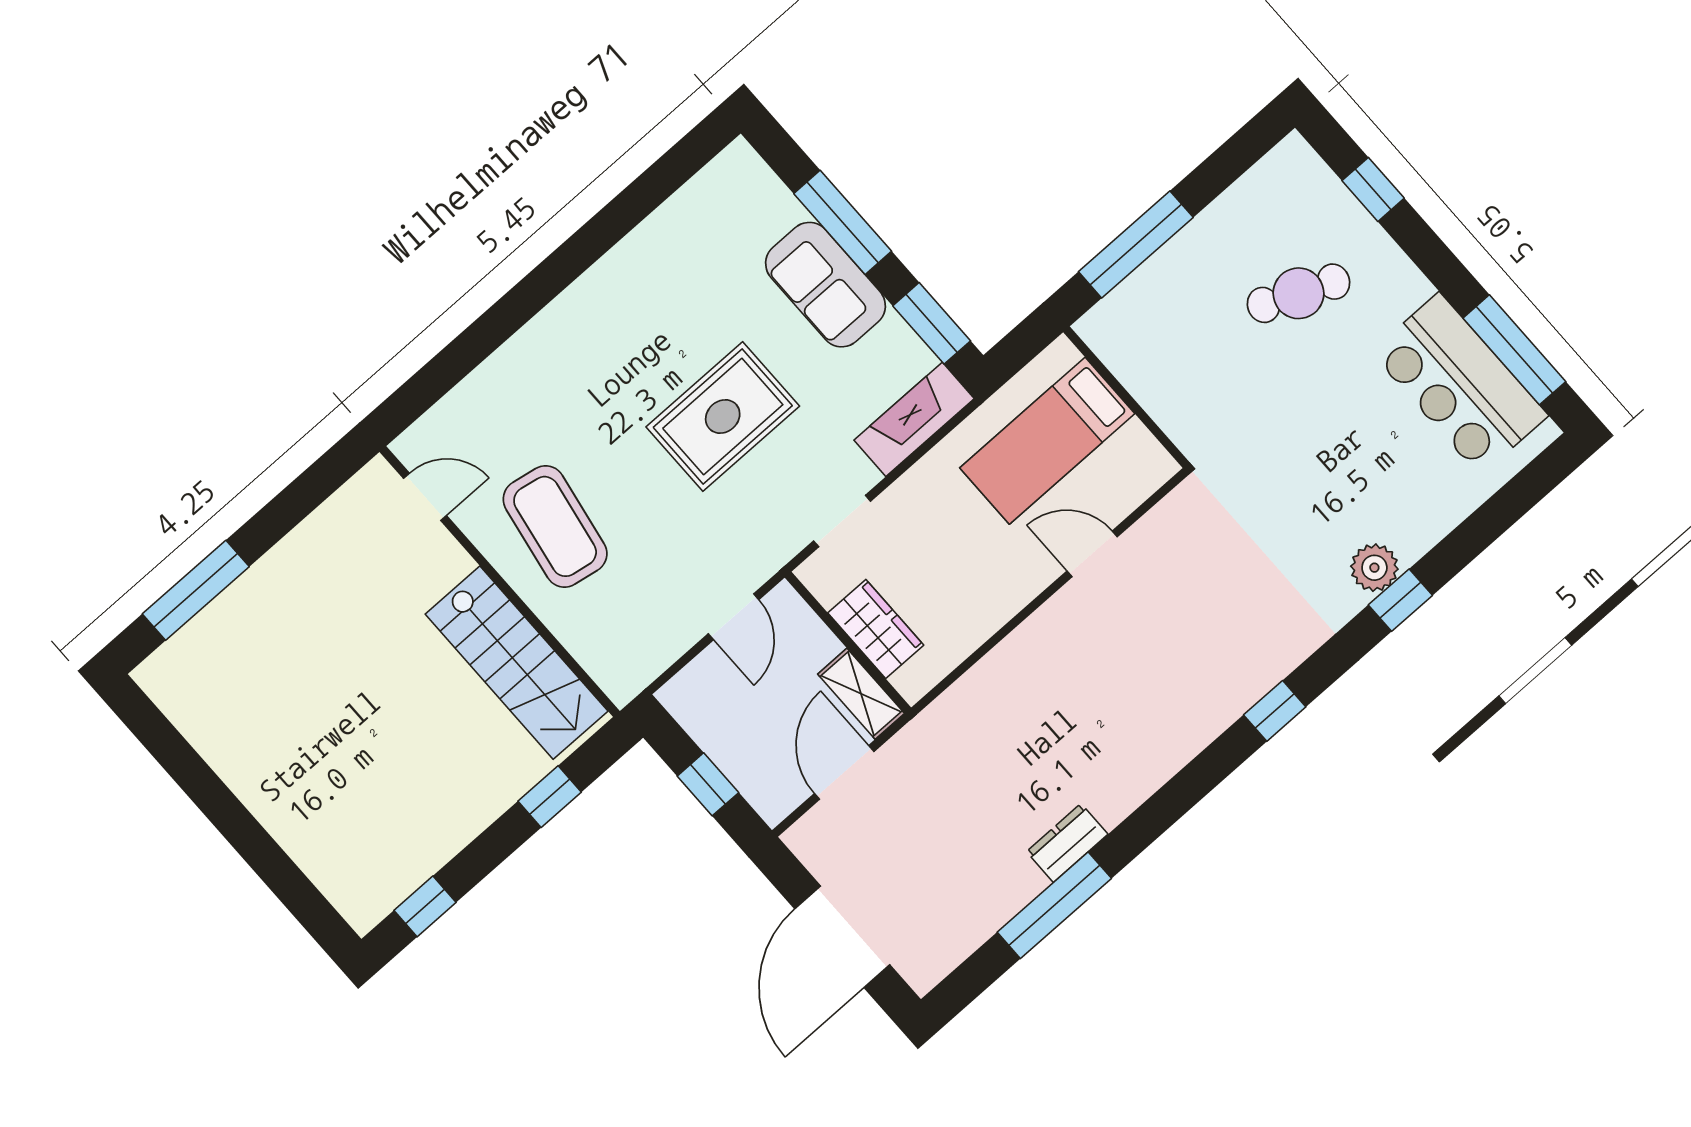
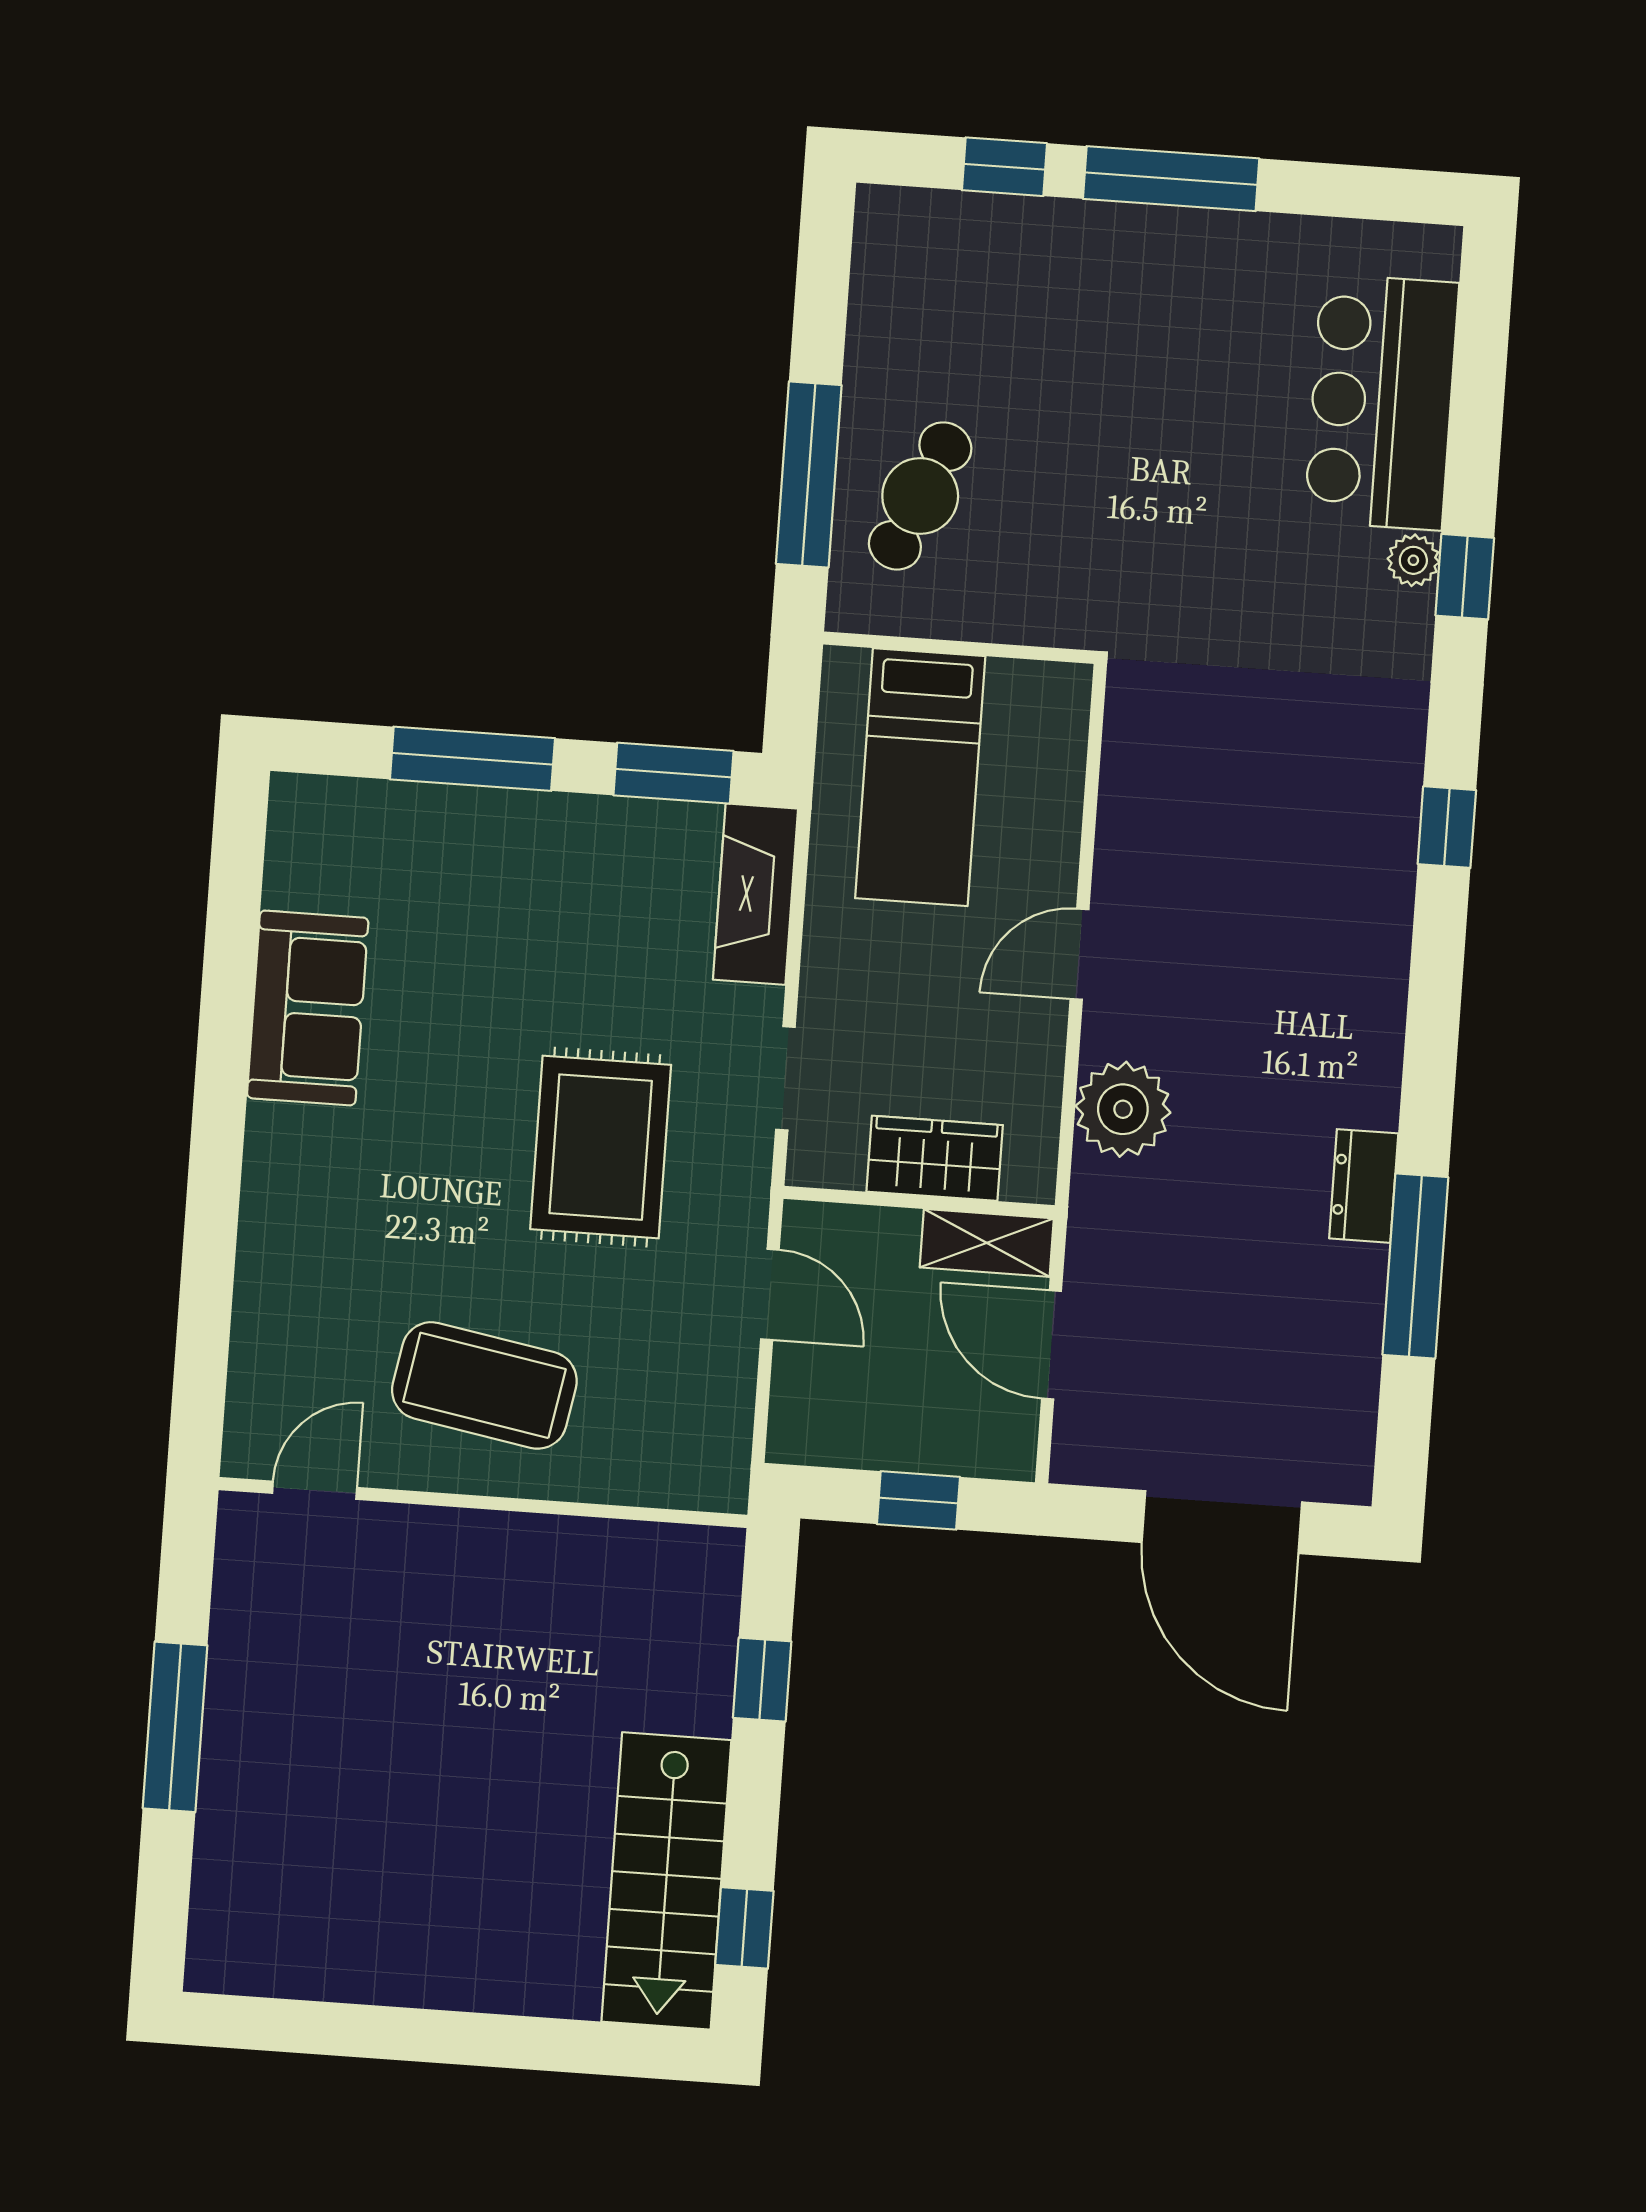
sofa: (825, 285) -> (308, 1008), moved, turned -90
cafe table: (1298, 293) -> (920, 496), moved
window: (1514, 350) -> (1171, 179), moved
bar counter: (1460, 384) -> (1382, 402), moved, turned 90
rug: (723, 416) -> (601, 1147), moved
door: (1092, 554) -> (1080, 954), moved
plant: (1374, 568) -> (1413, 560), width x0.73, depth x0.73
window: (196, 590) -> (175, 1727), moved
stairs: (517, 663) -> (666, 1881), moved, turned 90
plant: (988, 694) -> (1123, 1109), added

